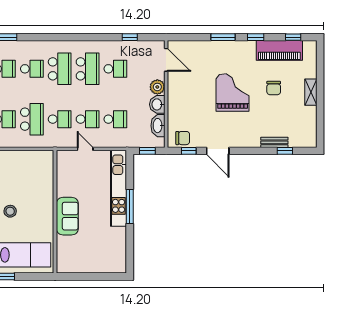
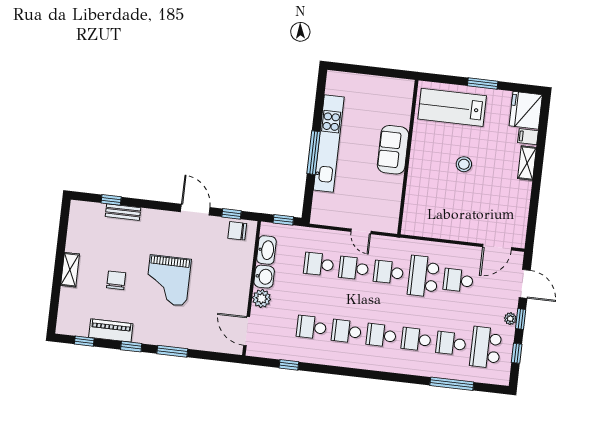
piano: (279, 50) -> (111, 330), width x0.73, depth x0.75
school desk: (60, 69) -> (381, 335), width x0.54
school desk: (88, 69) -> (346, 331), width x0.54
kitchen unit: (119, 188) -> (329, 144), moved

